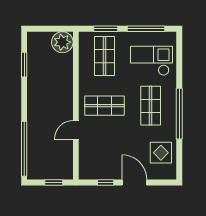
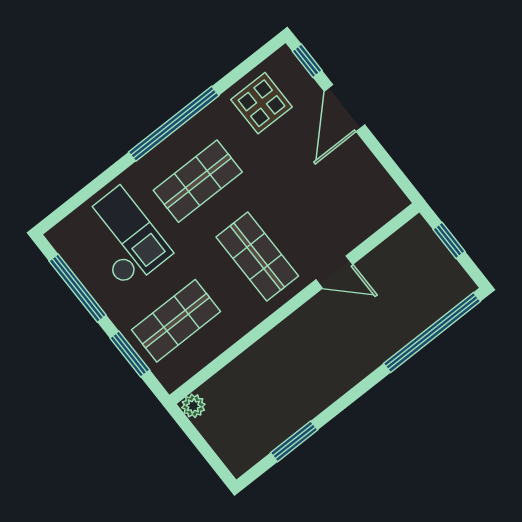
plant: (62, 42) -> (193, 406), width x0.53, depth x0.53
checkout: (151, 61) -> (123, 238), turned 180
window: (106, 182) -> (307, 61), moved

